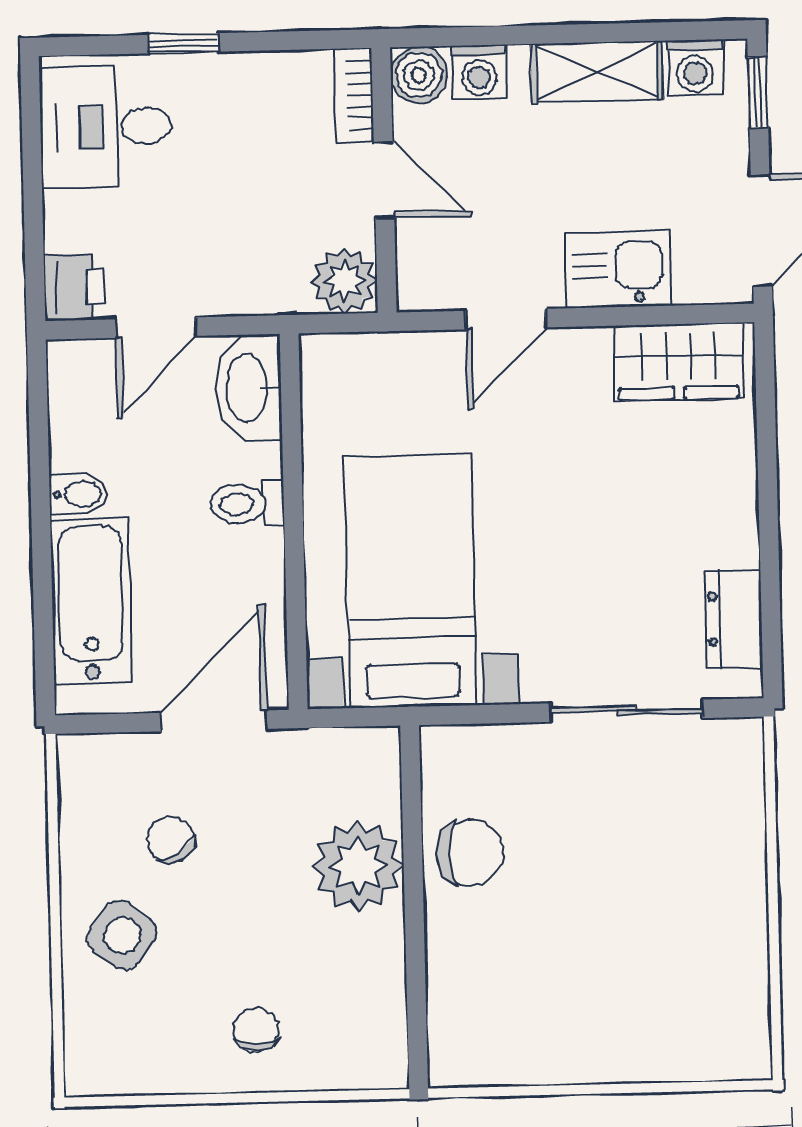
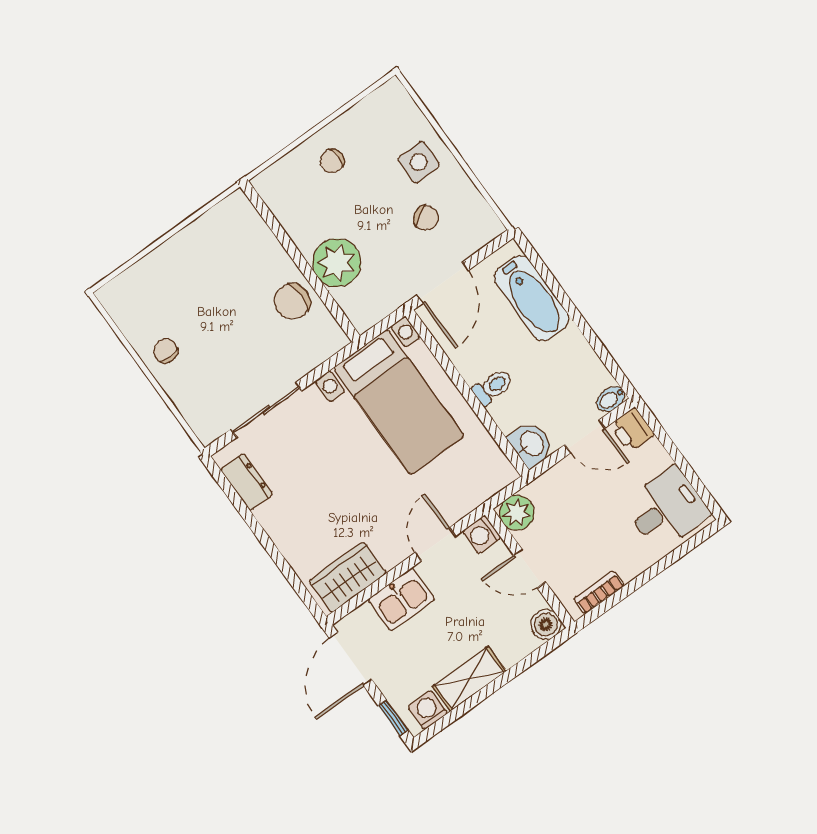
window: (183, 43) -> (658, 568), removed
washing machine: (479, 72) -> (482, 534), moved, turned -90
bookcase: (354, 95) -> (599, 592), moved, turned -90
door: (156, 328) -> (585, 436), swing flipped
washbasin: (249, 388) -> (531, 444), width x0.72
bidet: (79, 494) -> (611, 399), moved
chair: (721, 911) -> (166, 351), added
side table: (122, 935) -> (419, 162), turned -38
chair: (256, 1030) -> (332, 161), turned 90

